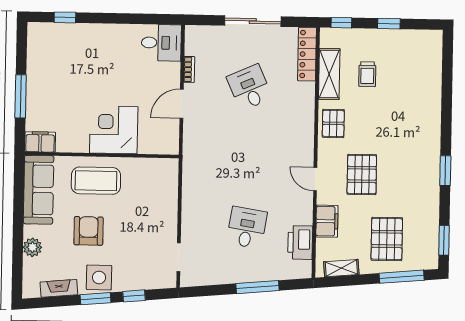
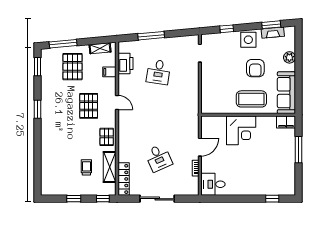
filing cabinet: (327, 221) -> (109, 72), width x0.50
window: (96, 299) -> (271, 25), moved

